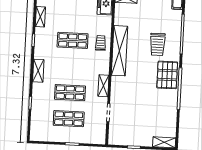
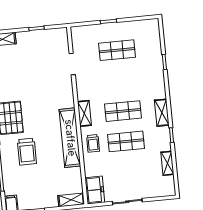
trolley: (158, 44) -> (27, 152), turned 180
shelving: (38, 71) -> (162, 113), moved
shelving: (103, 86) -> (84, 113), moved
shop shelf: (70, 93) -> (123, 111), moved

